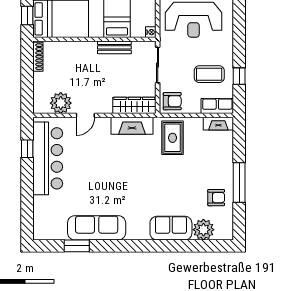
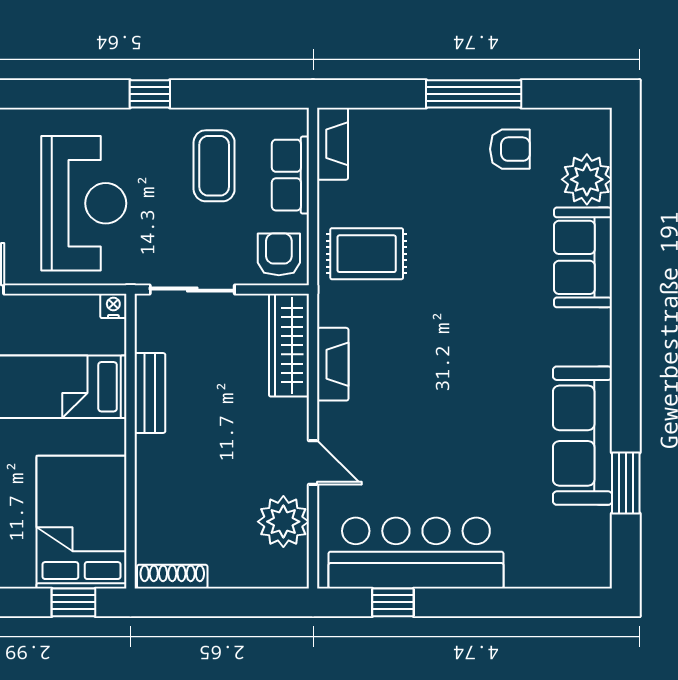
window: (239, 76) -> (150, 94), moved
row of seats: (217, 106) -> (290, 175), moved
fireplace: (132, 126) -> (333, 364), width x0.73, depth x0.76
armchair: (216, 198) -> (510, 149), turned 90

